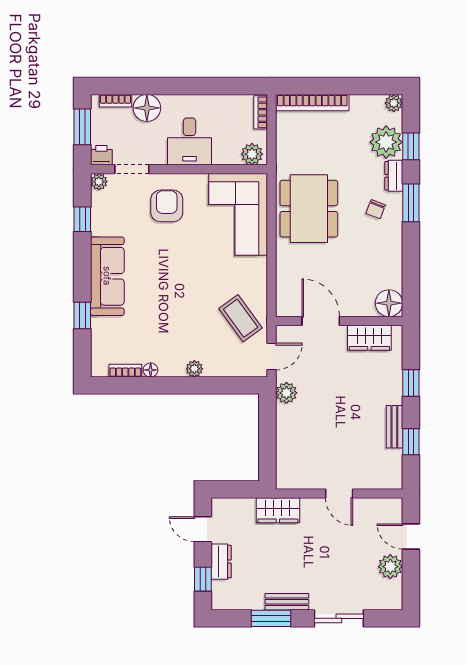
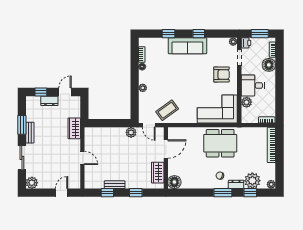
plant: (252, 154) -> (247, 102), moved
window: (82, 219) -> (199, 34), moved
door: (339, 494) -> (82, 158), swing flipped
plant: (390, 567) -> (32, 183), moved

